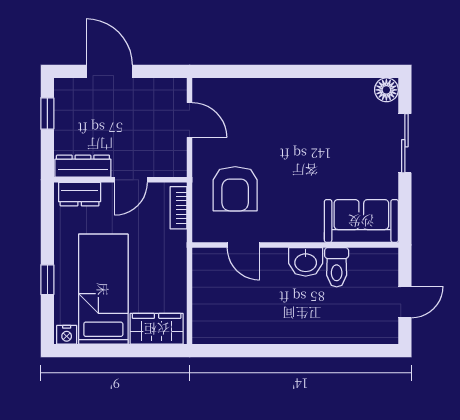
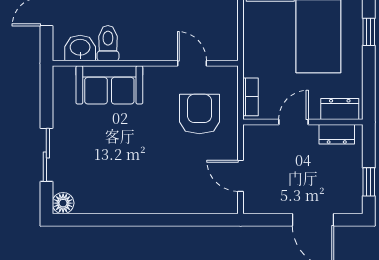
dresser: (83, 166) -> (337, 134), width x0.70
sofa: (361, 221) -> (109, 85), moved
washbasin: (306, 262) -> (80, 48), moved

